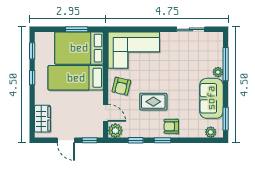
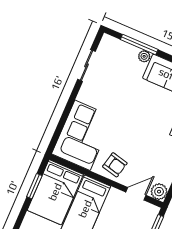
rug: (153, 102) -> (146, 138), removed

